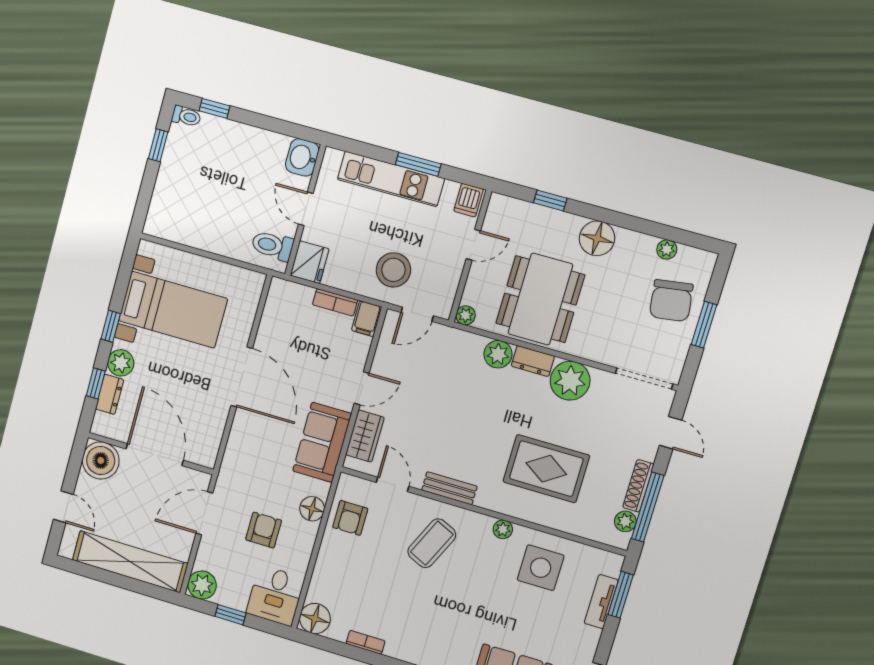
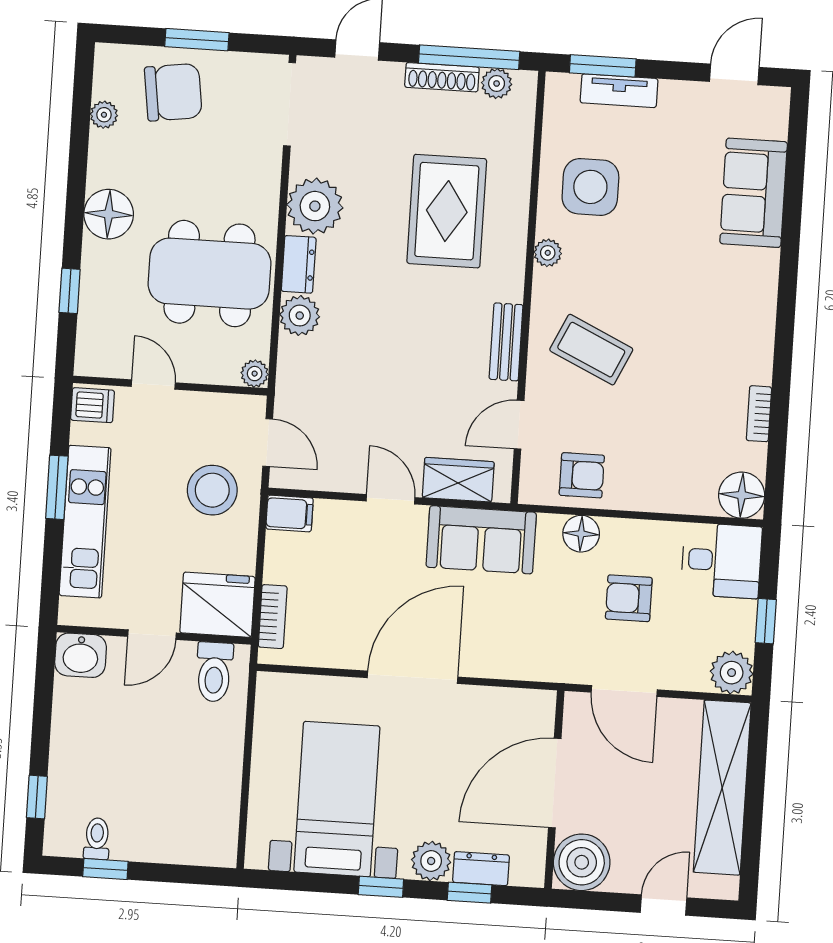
toilet: (186, 116) -> (97, 839), moved
fridge: (310, 262) -> (217, 605), width x1.36, depth x1.34
bookcase: (335, 302) -> (273, 617), moved

